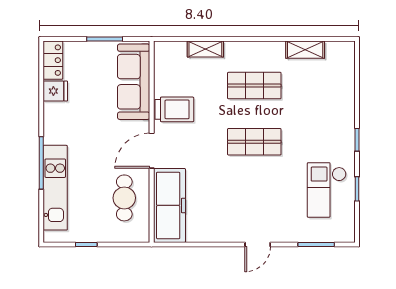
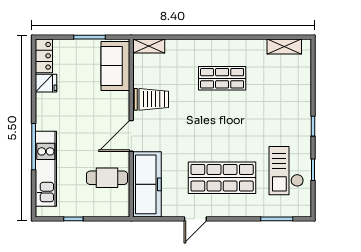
shelving: (205, 49) -> (149, 46), moved
shelving: (305, 50) -> (284, 46), moved
sofa: (134, 82) -> (115, 66), width x0.73
shop shelf: (254, 142) -> (222, 178), moved, width x1.43, depth x1.36
cafe table: (124, 198) -> (107, 178), turned 90
door: (258, 244) -> (195, 219), moved

